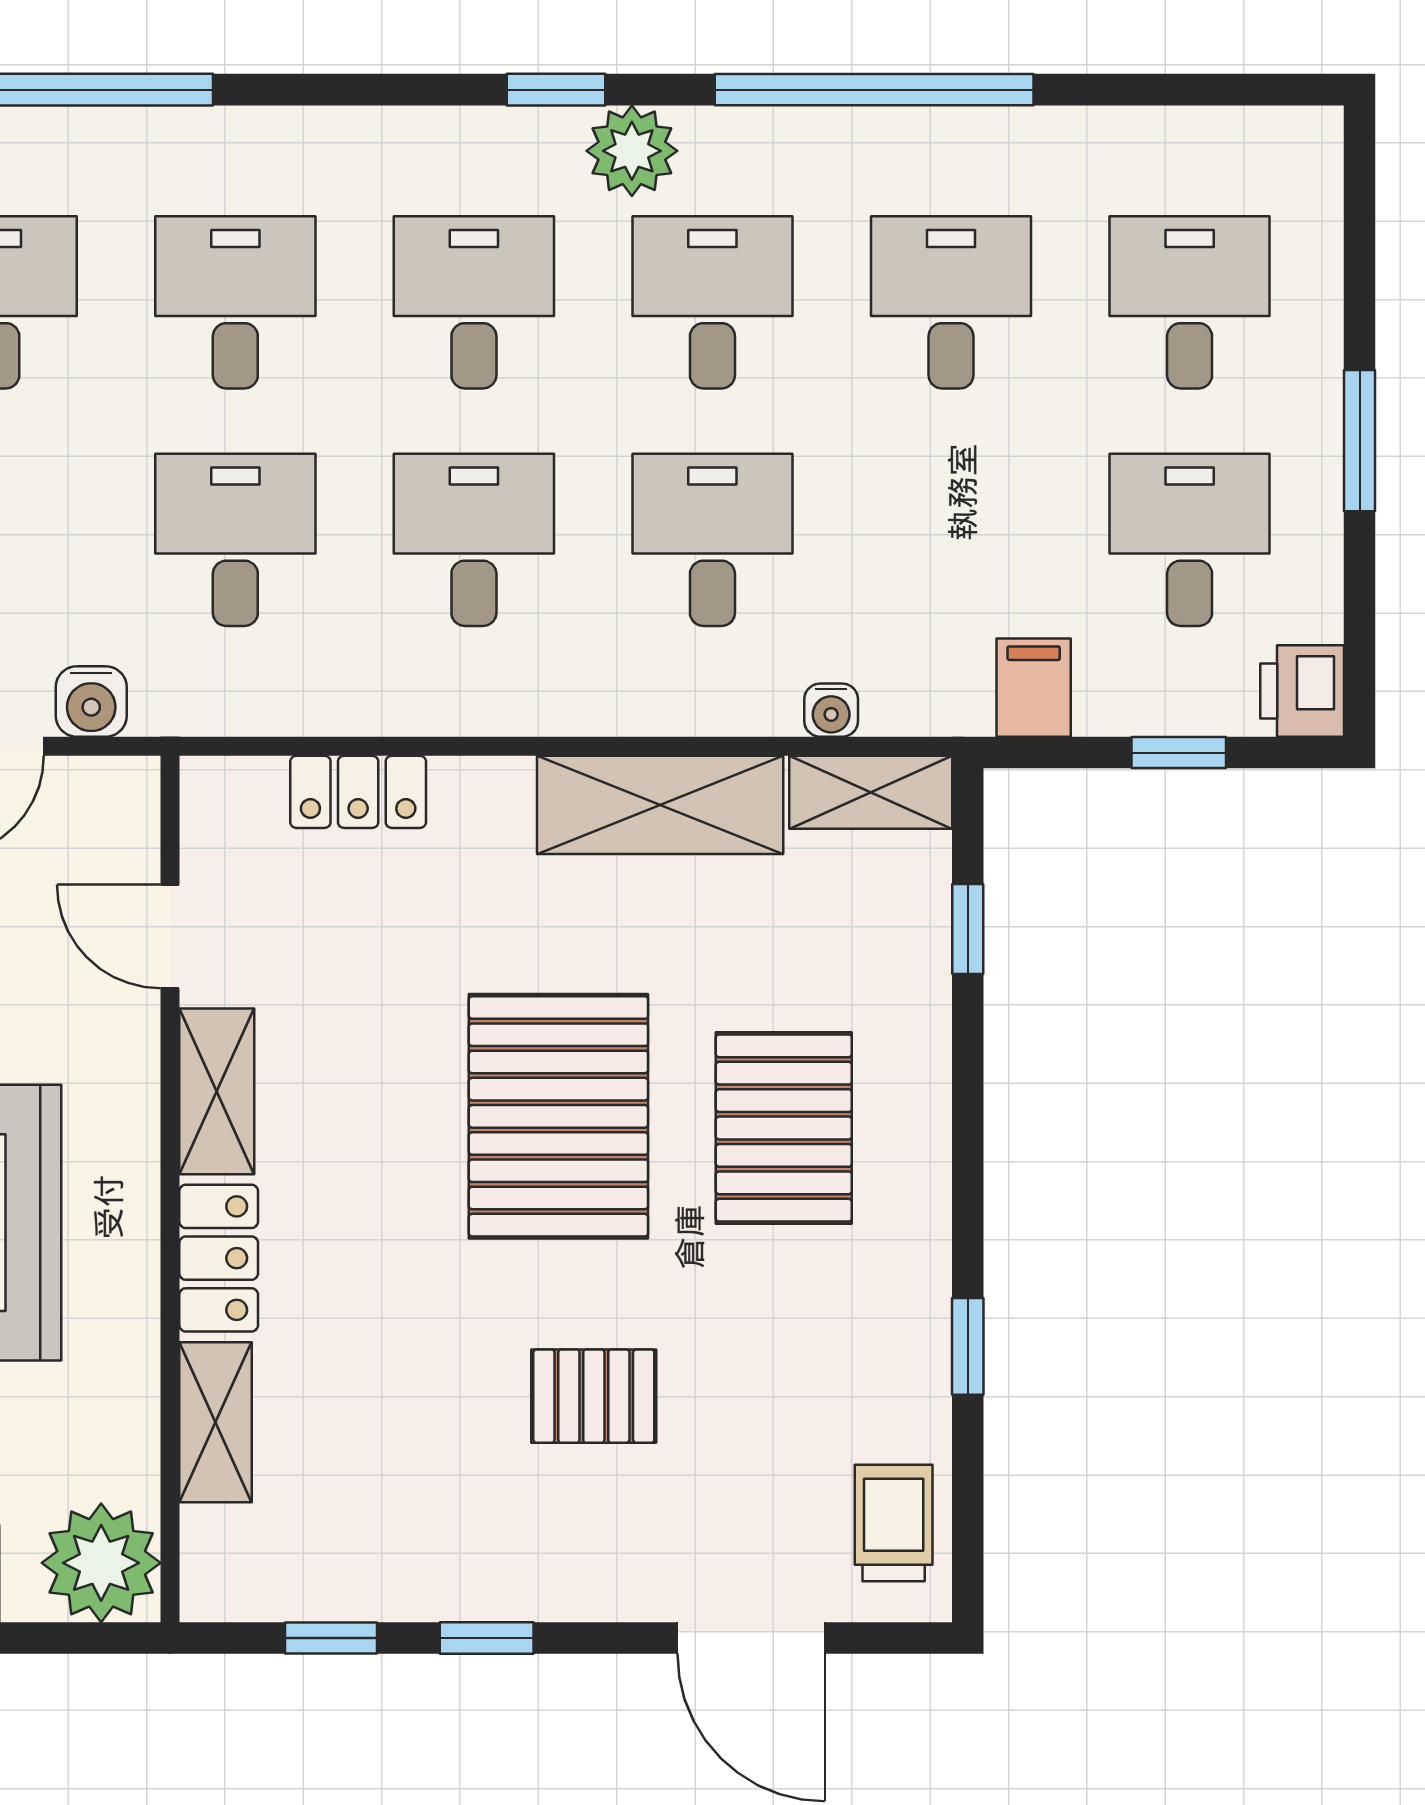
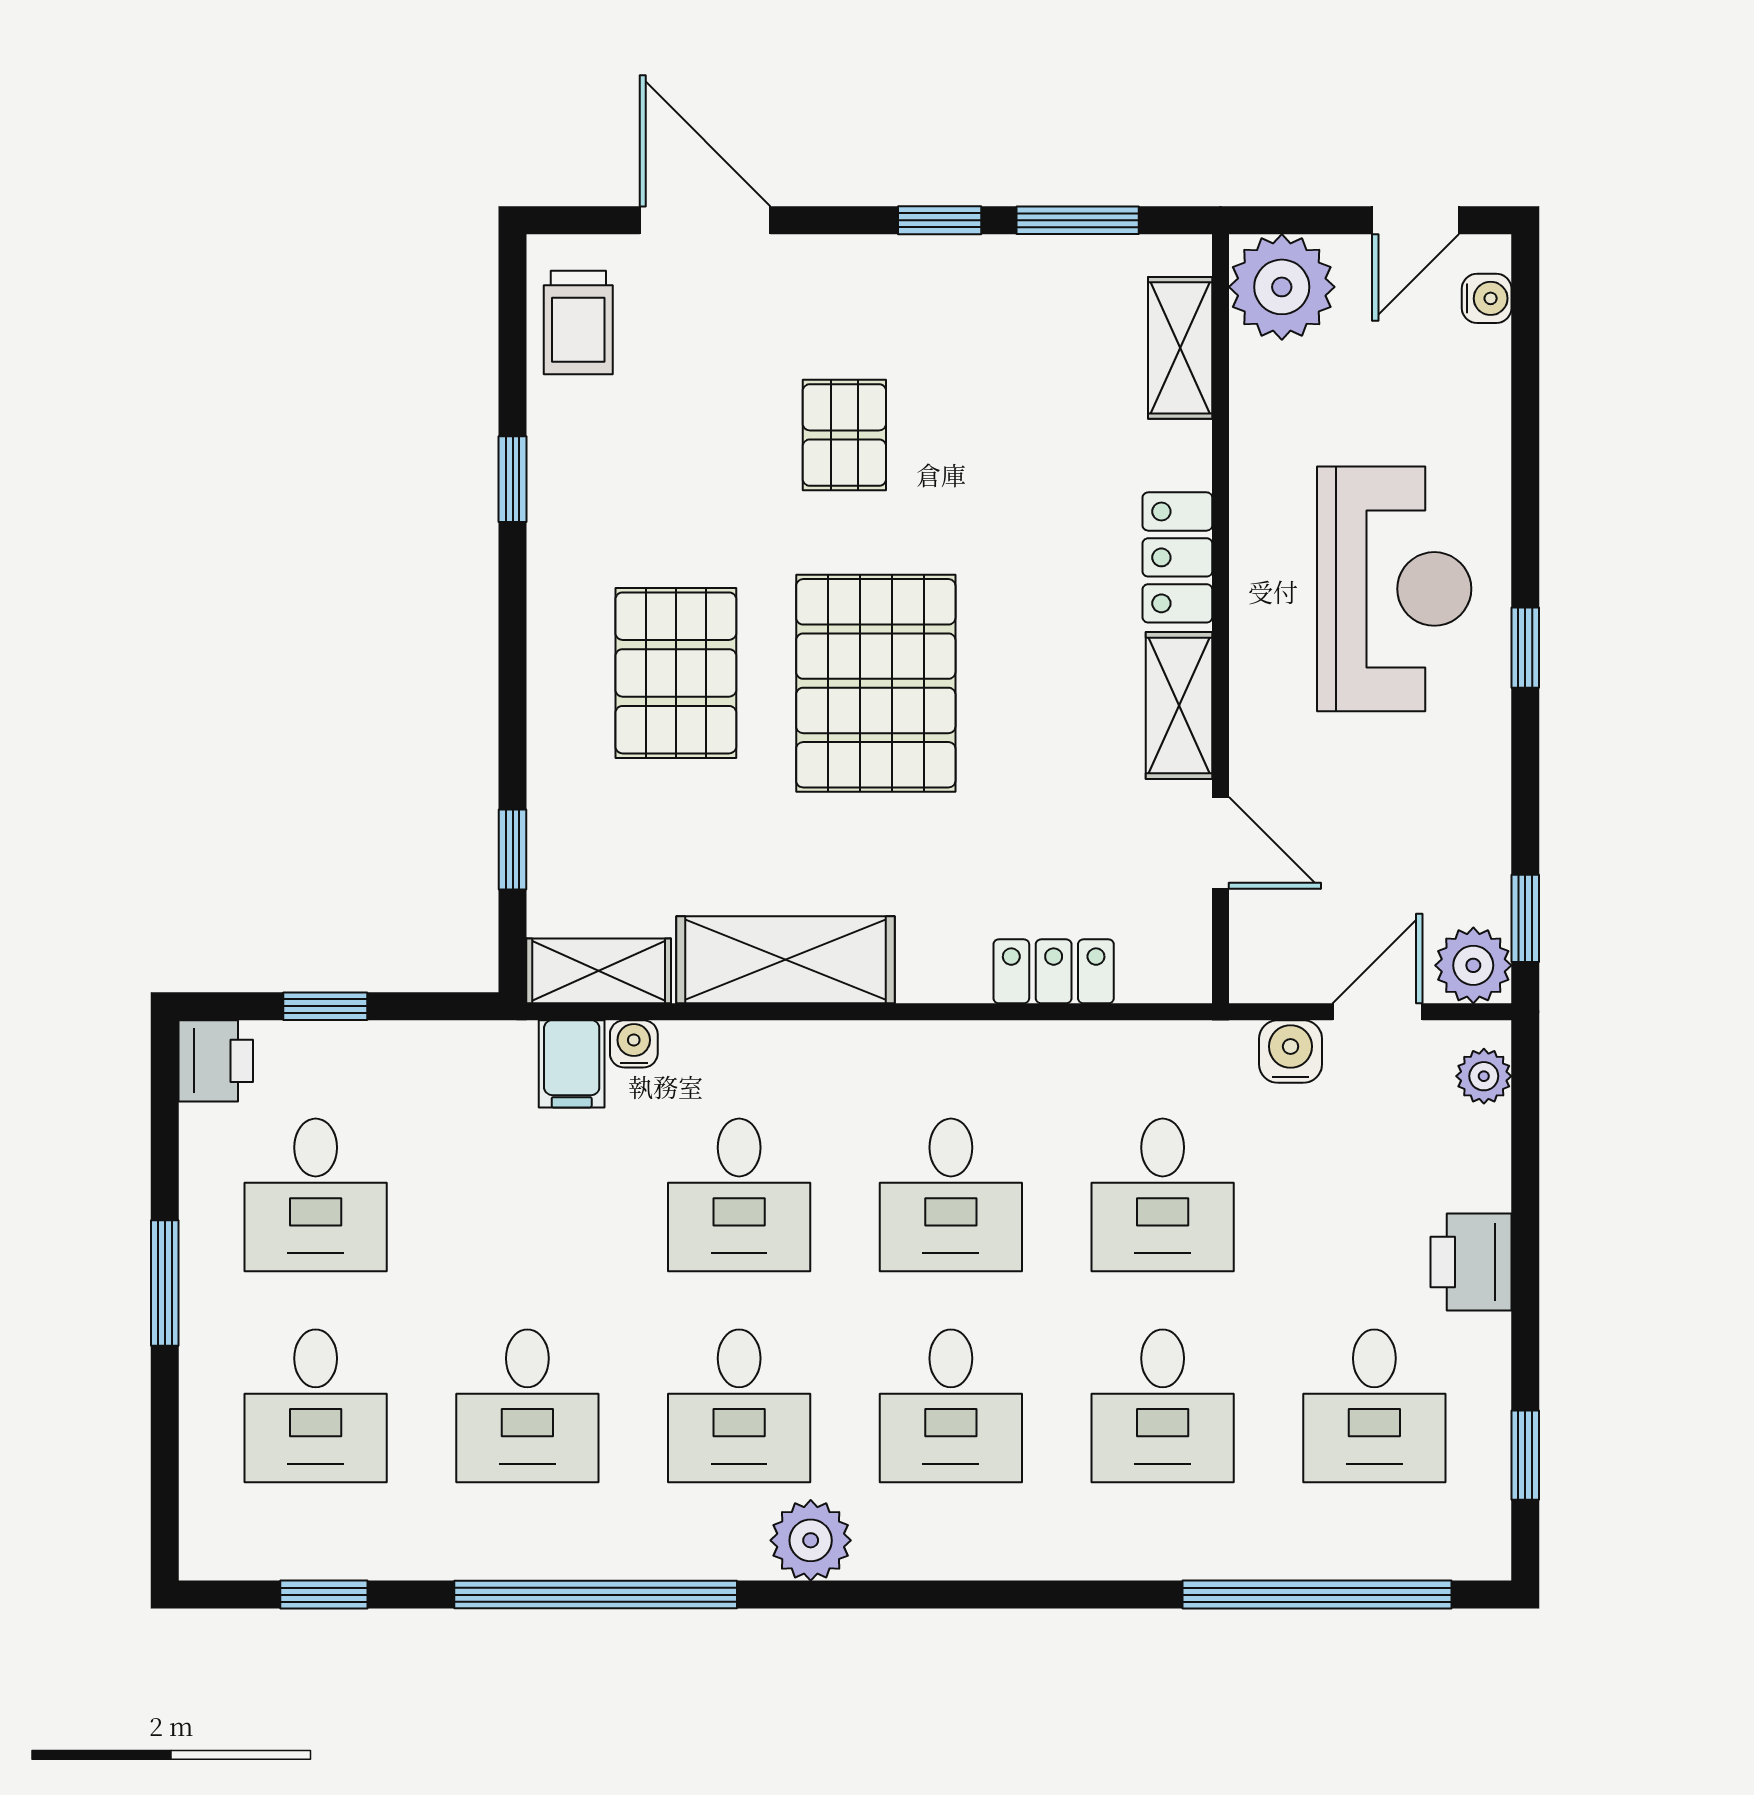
window: (556, 90) -> (324, 1595), moved
filing cabinet: (1034, 688) -> (572, 1064), moved
pallet: (594, 1396) -> (844, 435), turned 90
shelving: (215, 1422) -> (1180, 348), moved
window: (331, 1638) -> (1078, 220), width x1.50

